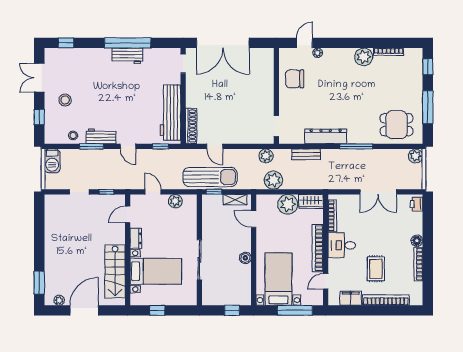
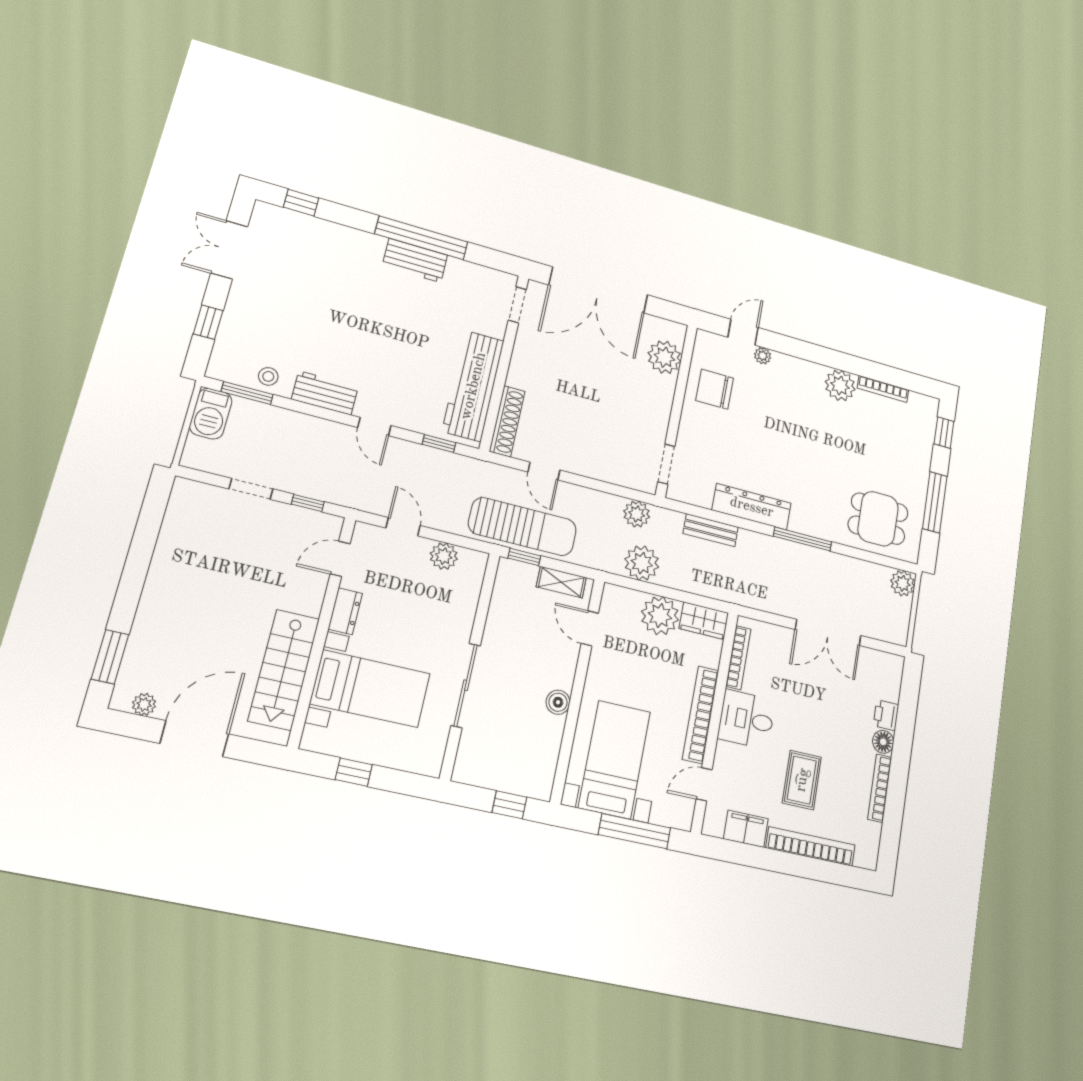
plant: (265, 69) -> (664, 357), added
stool: (65, 100) -> (270, 305), removed
window: (92, 146) -> (247, 393), moved
printer: (416, 204) -> (886, 715), moved

